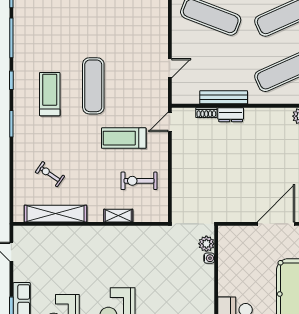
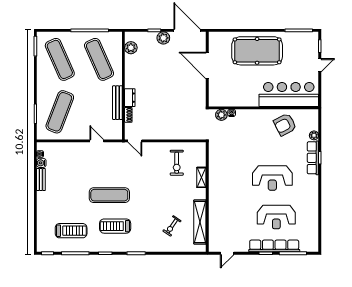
treadmill: (124, 138) -> (71, 231), moved, turned -90

